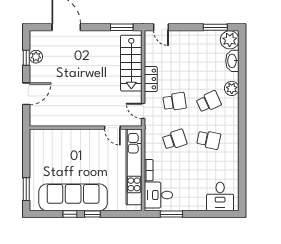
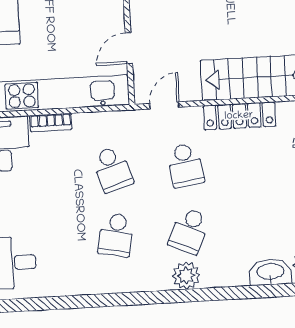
locker: (151, 79) -> (239, 116), width x1.53
plant: (232, 88) -> (186, 276), moved
school desk: (209, 102) -> (189, 231), turned 48

